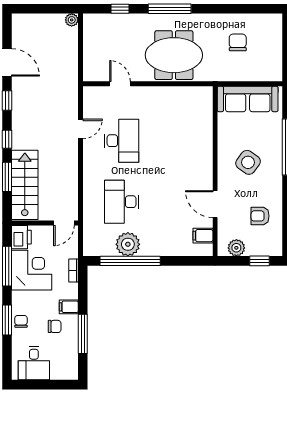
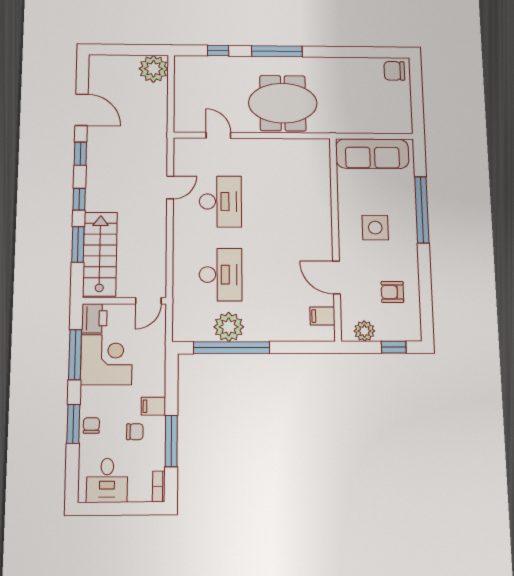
plant: (72, 20) -> (154, 69), width x1.87, depth x1.87
chair: (238, 42) -> (394, 71), moved, turned -90
side table: (248, 162) -> (375, 228), turned -36
desk: (122, 202) -> (221, 275), turned 180
bookcase: (74, 270) -> (159, 486), moved

